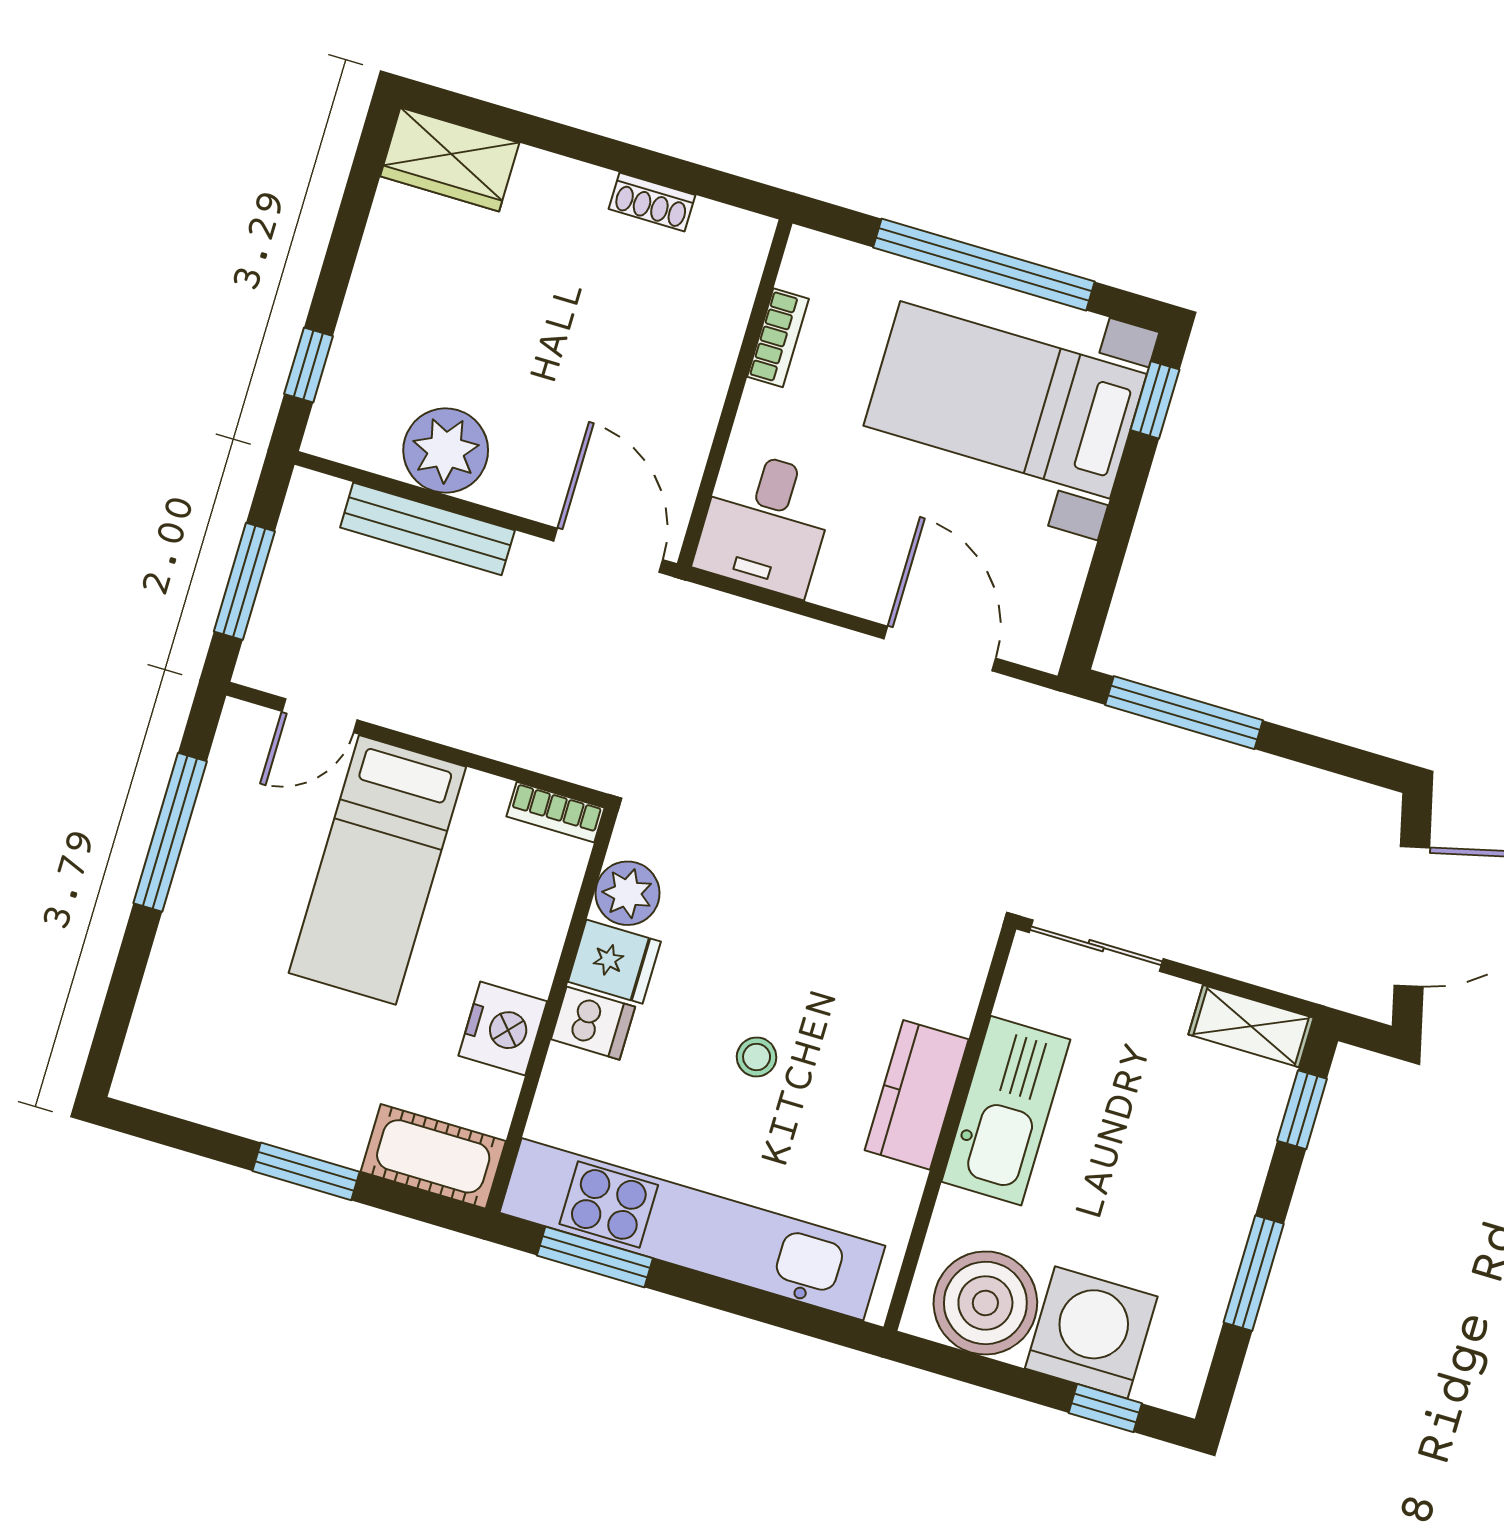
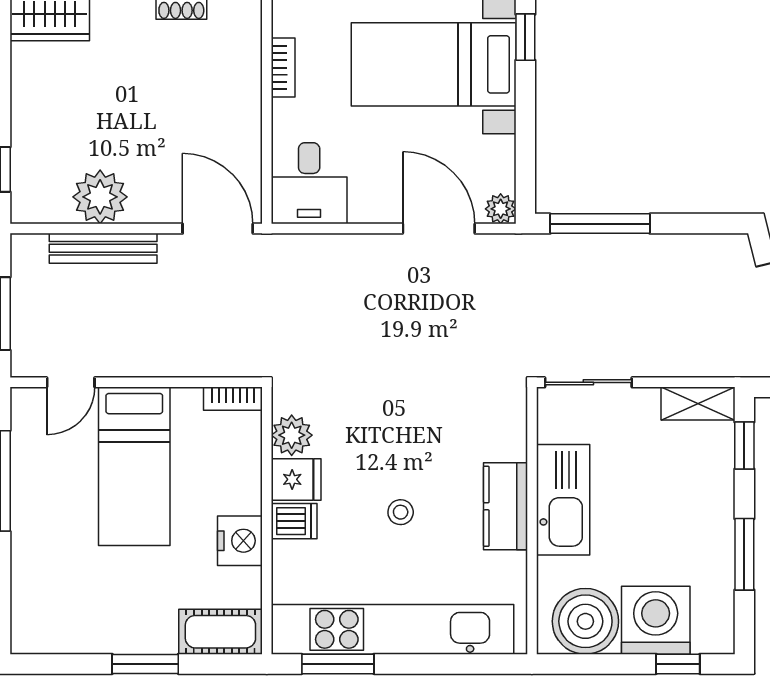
plant: (1041, 646) -> (501, 209), added

